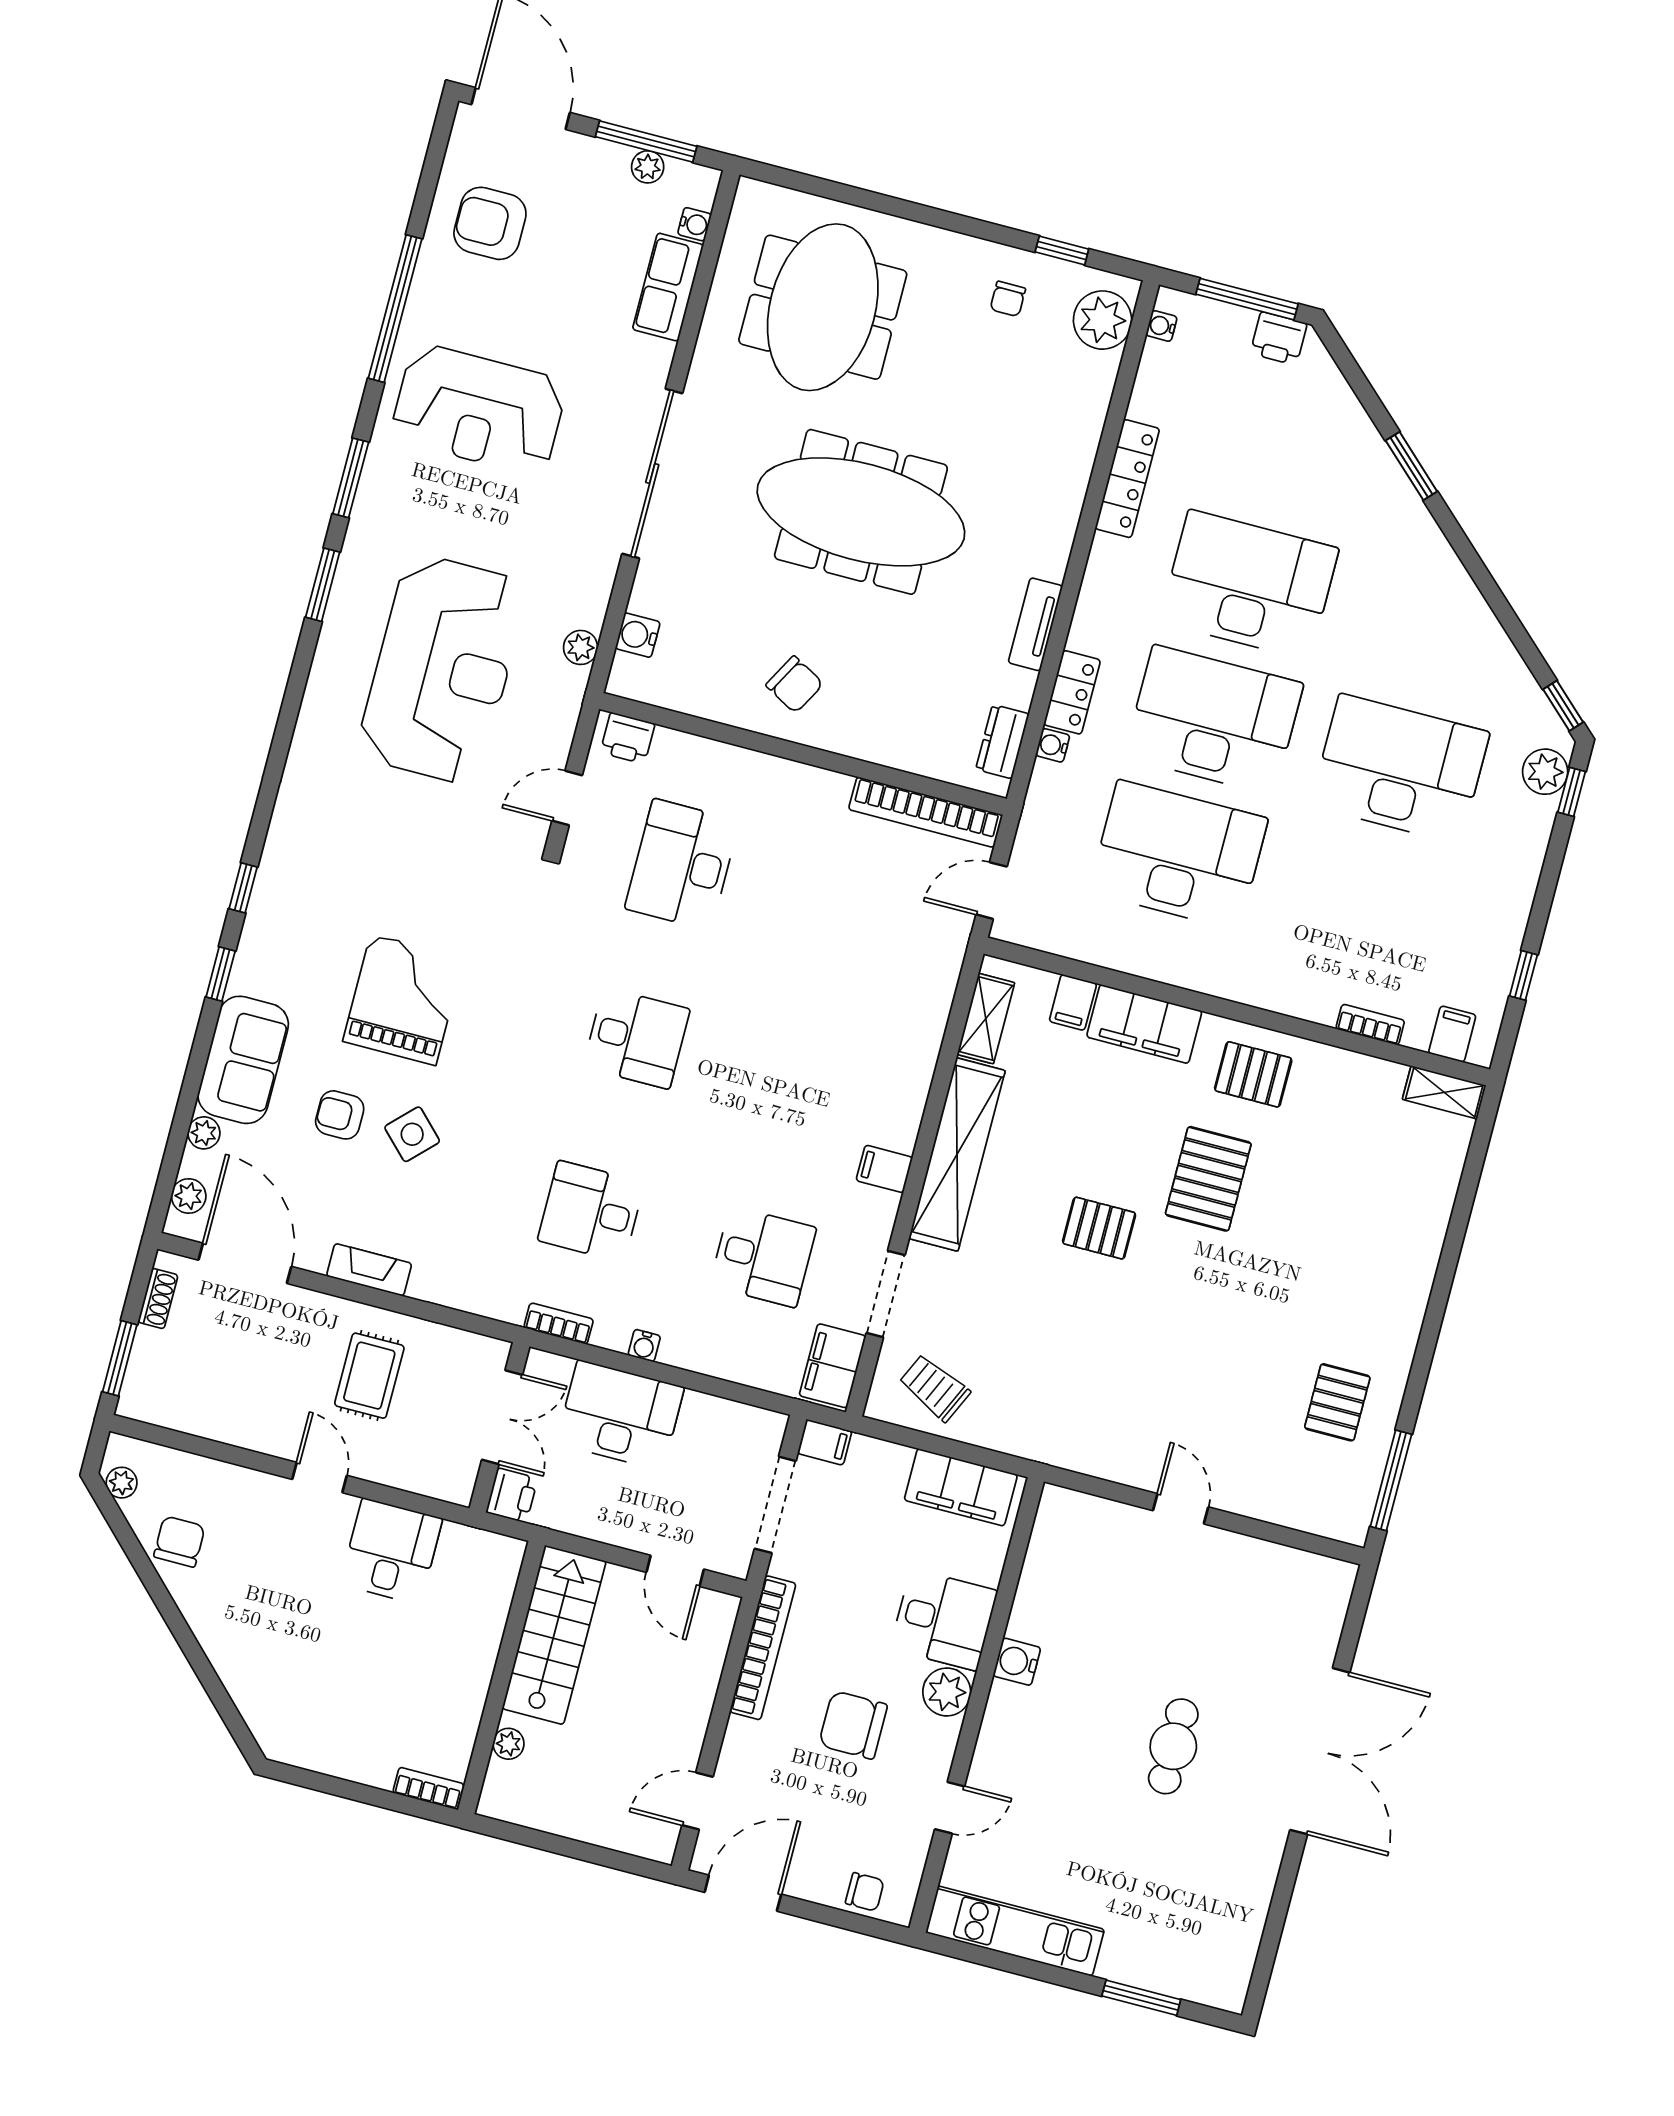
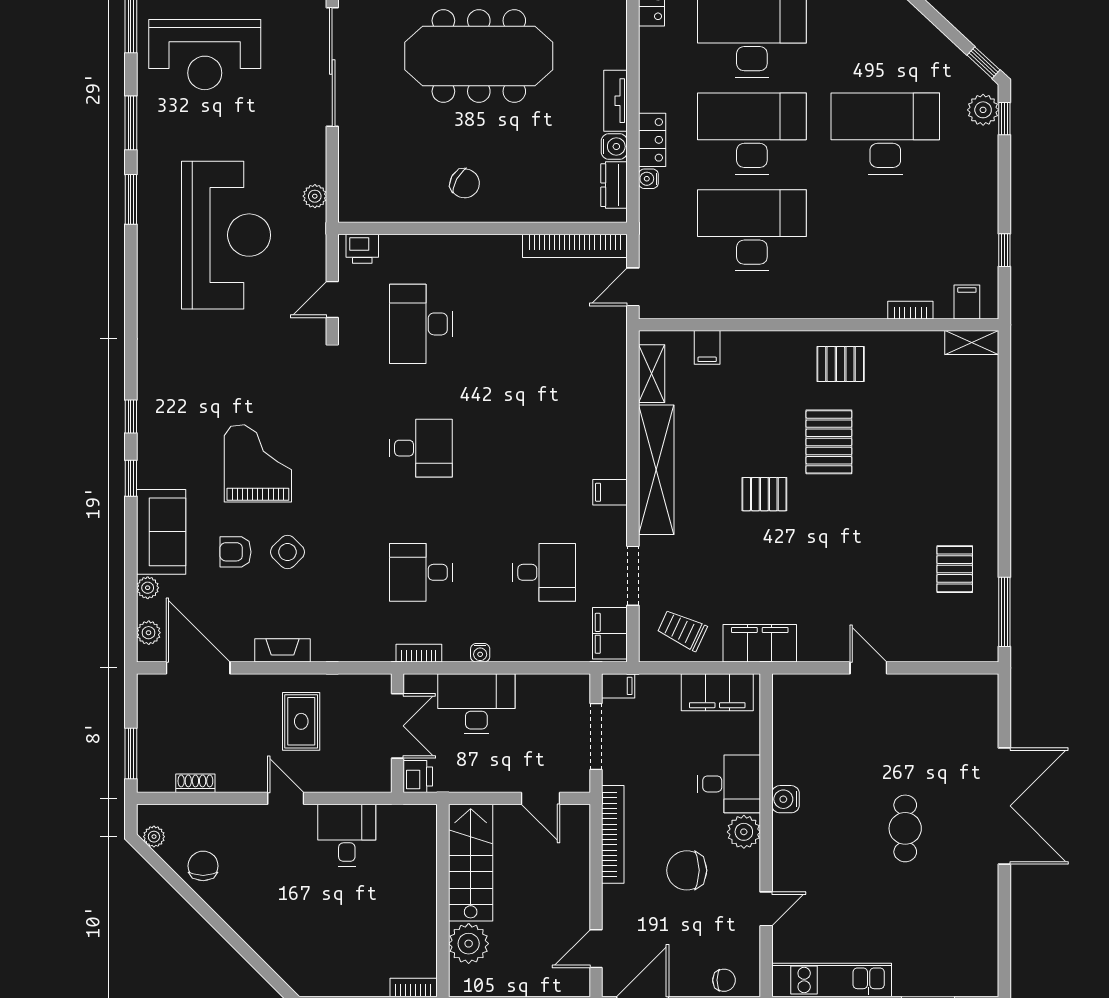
water cooler: (638, 635) -> (614, 146), moved, turned 180
filing cabinet: (1144, 1024) -> (760, 643), moved, turned 180
shoe rack: (158, 1299) -> (195, 783), moved, turned -90
plant: (509, 1744) -> (469, 944), width x1.88, depth x1.88

